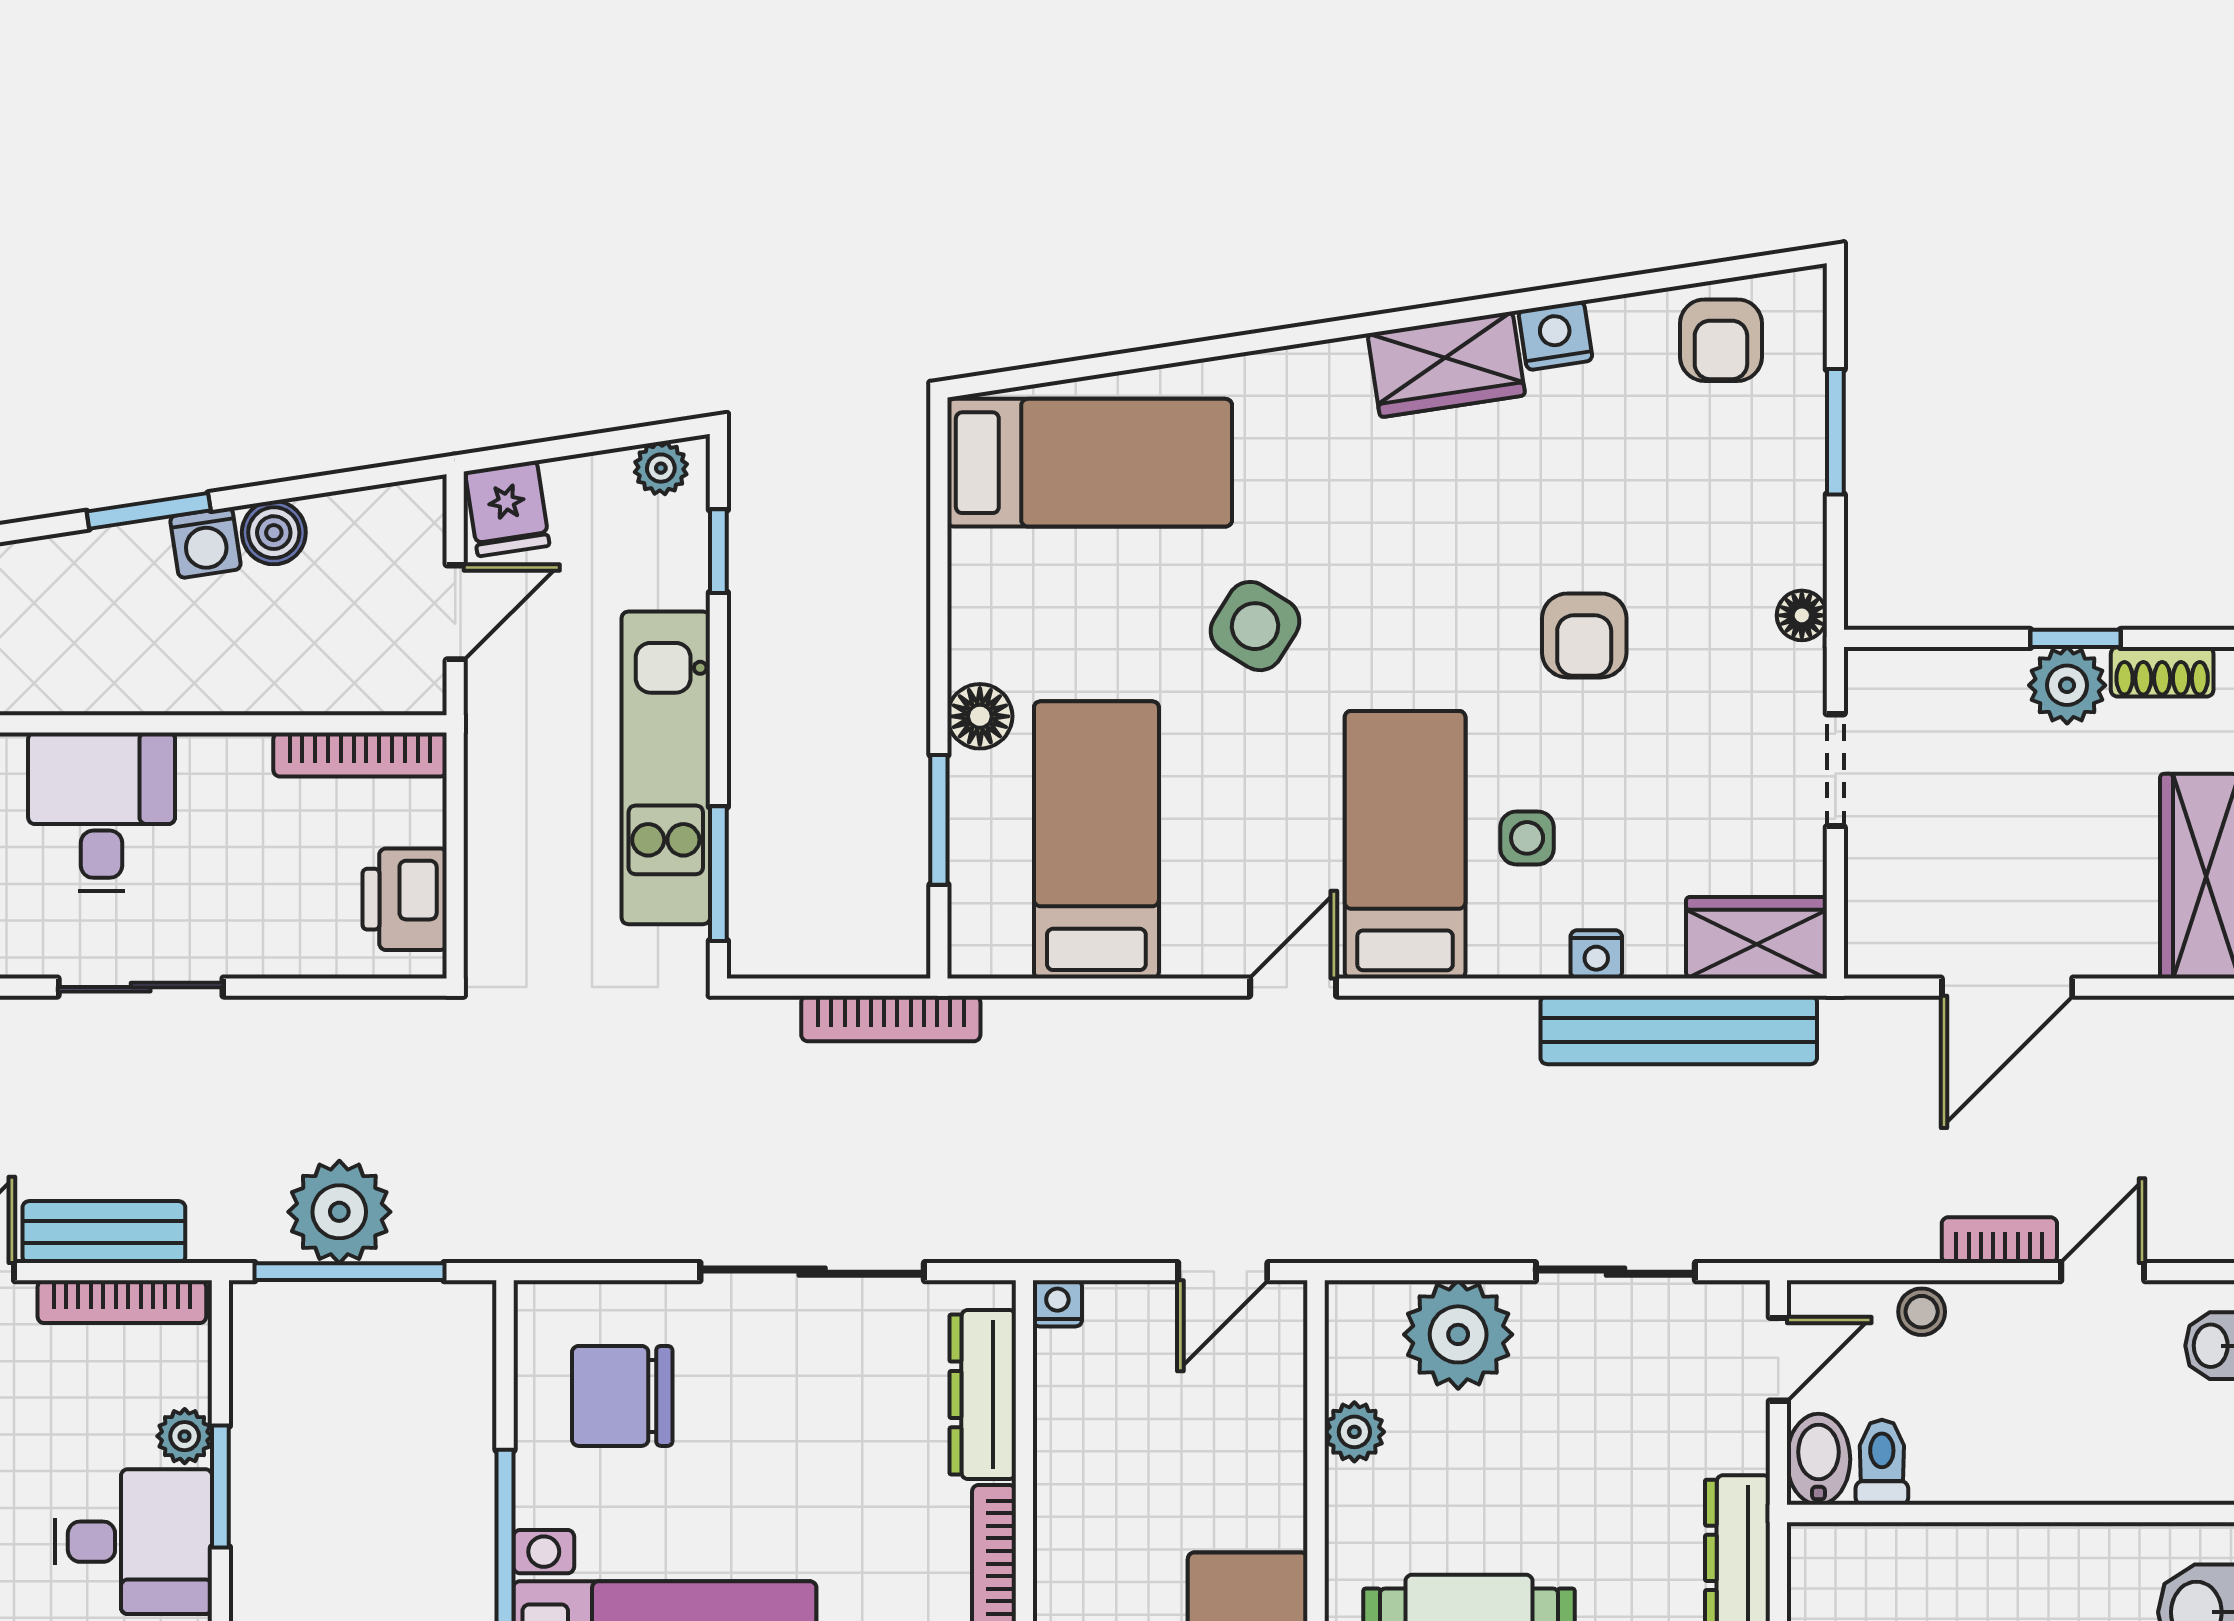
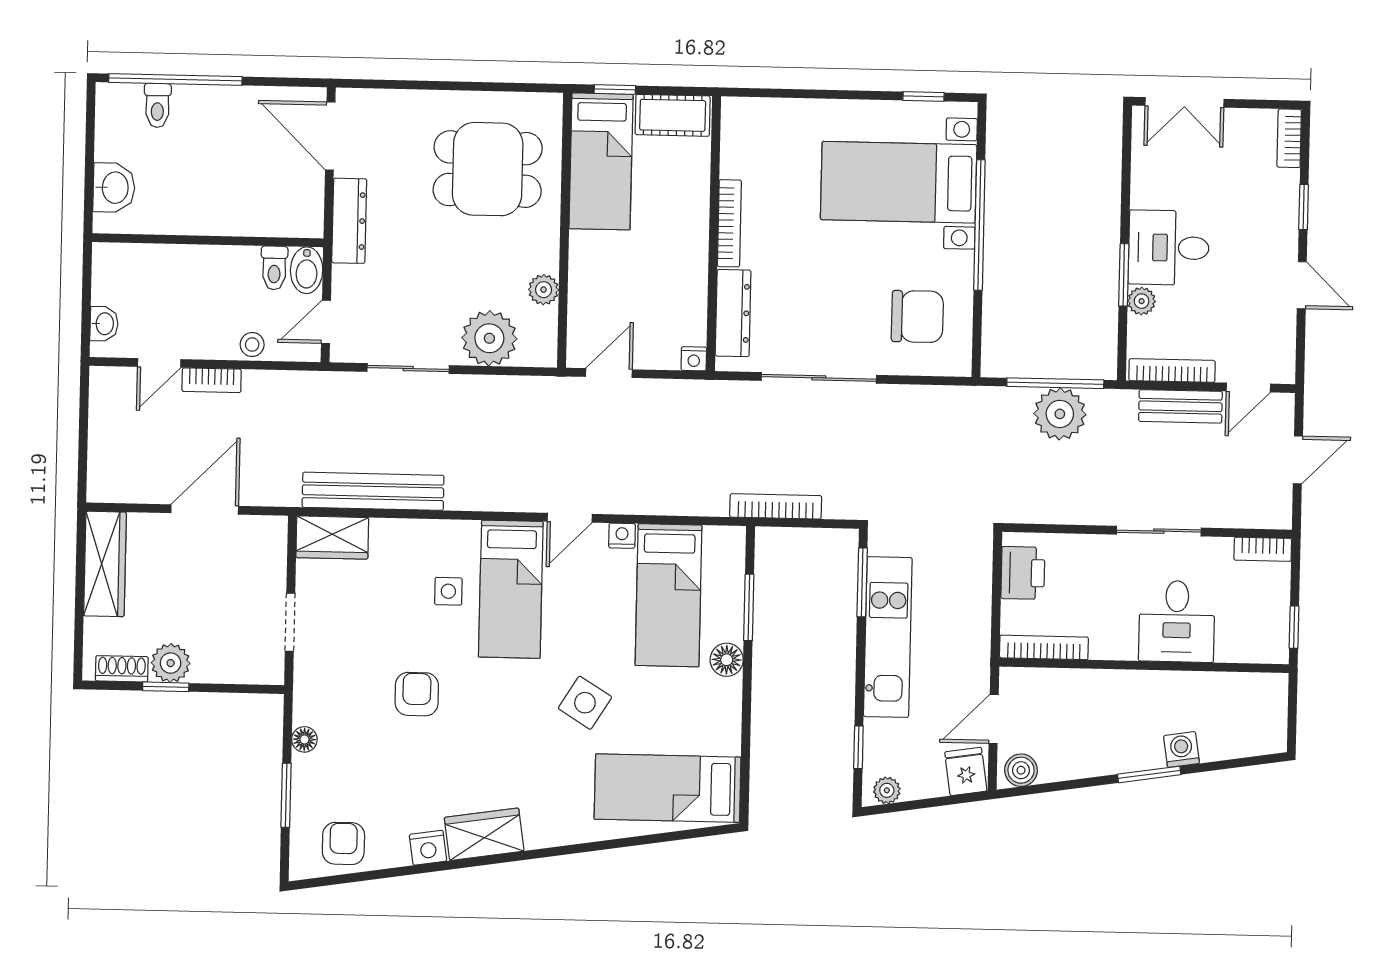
boiler: (274, 533) -> (1021, 770), moved
washing machine: (205, 543) -> (1182, 750), moved
floor lamp: (1802, 615) -> (304, 739), moved
nightstand: (1596, 954) -> (622, 536), moved

